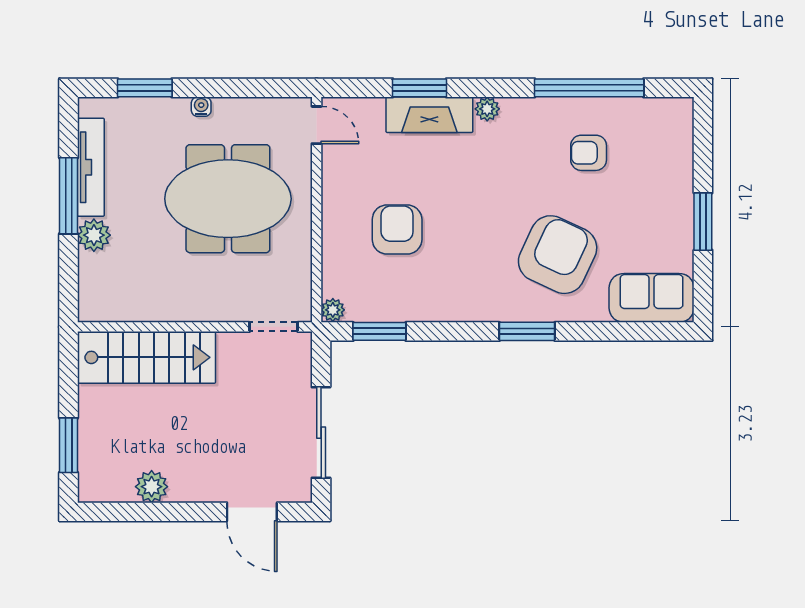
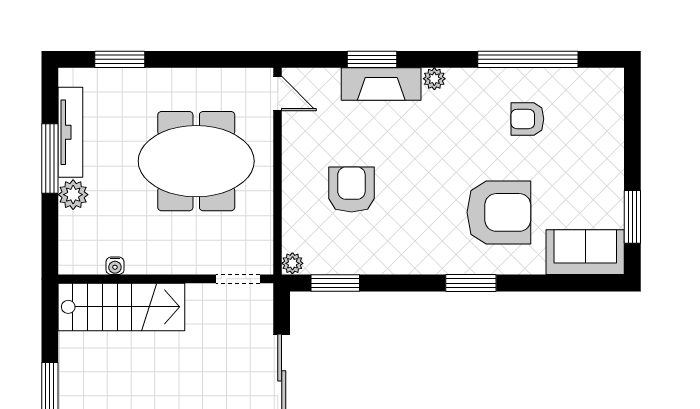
water cooler: (201, 107) -> (115, 266), moved, turned 180
window: (703, 222) -> (632, 217), moved
armchair: (558, 255) -> (499, 212), turned 65

